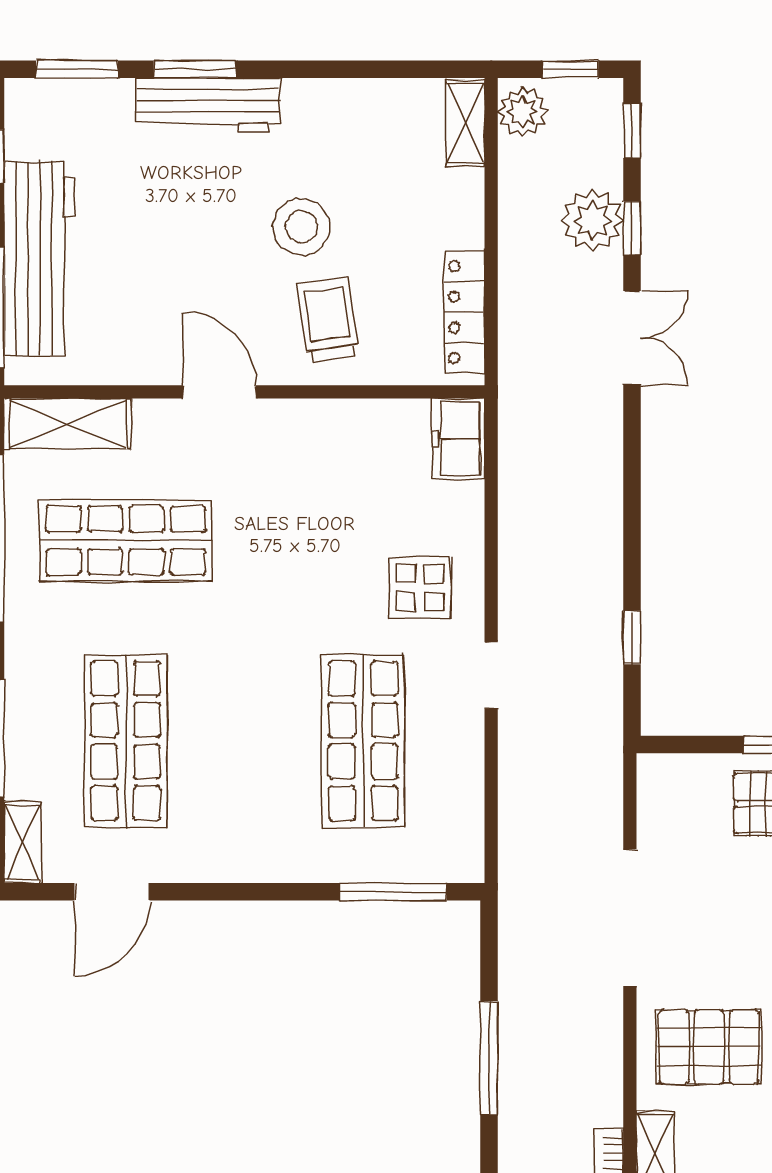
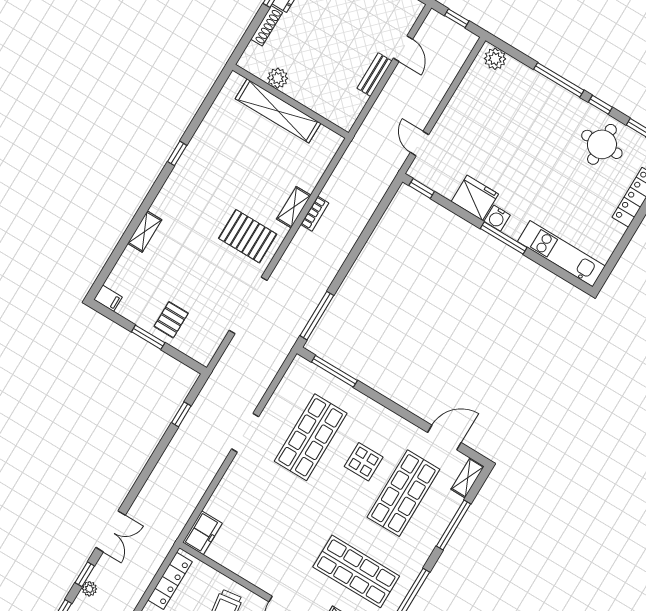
plant: (592, 220) -> (89, 589), width x0.53, depth x0.53
double door: (632, 338) -> (111, 531), swing flipped
display table: (420, 587) -> (364, 462), moved
doorway: (491, 675) -> (245, 433), width x1.38
window: (489, 1058) -> (317, 316), moved

